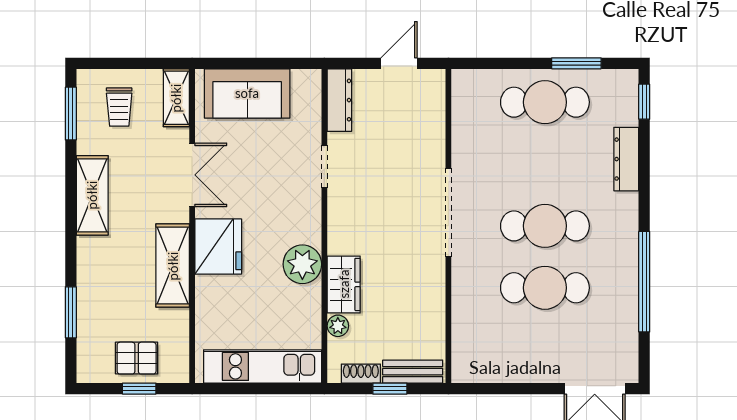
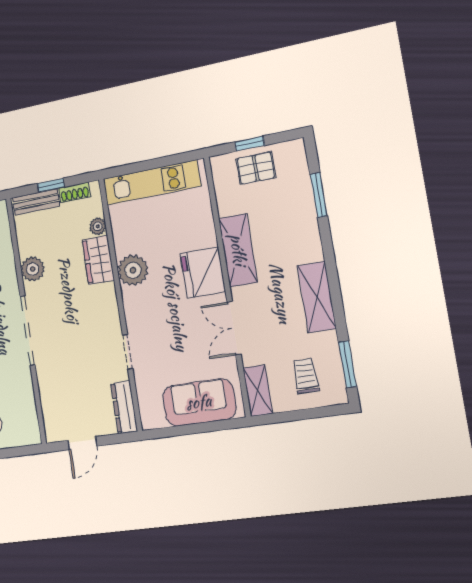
plant: (430, 288) -> (33, 269), added

